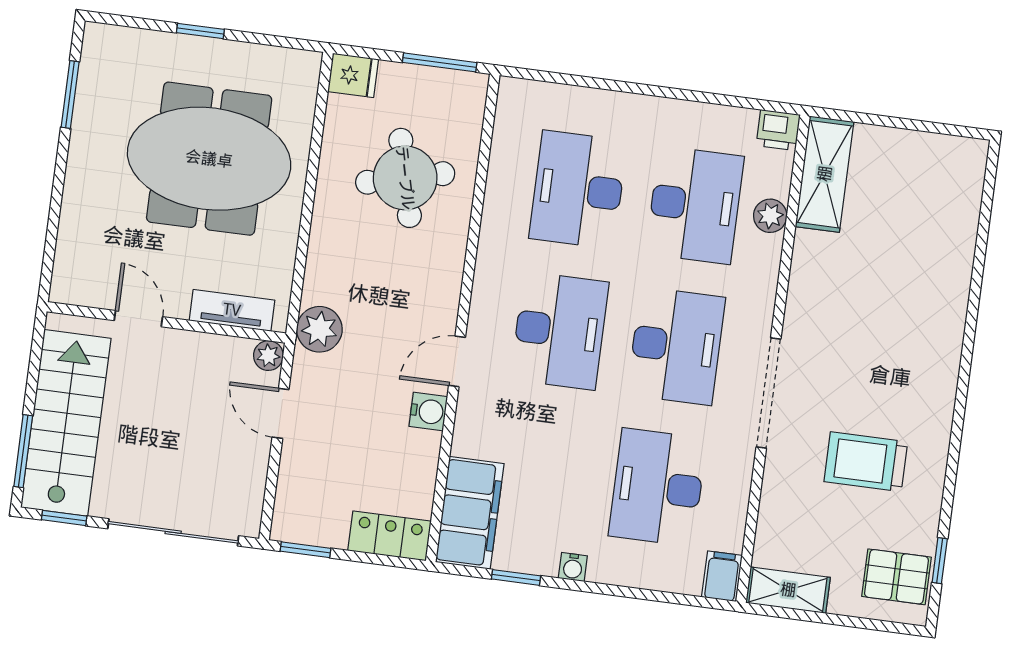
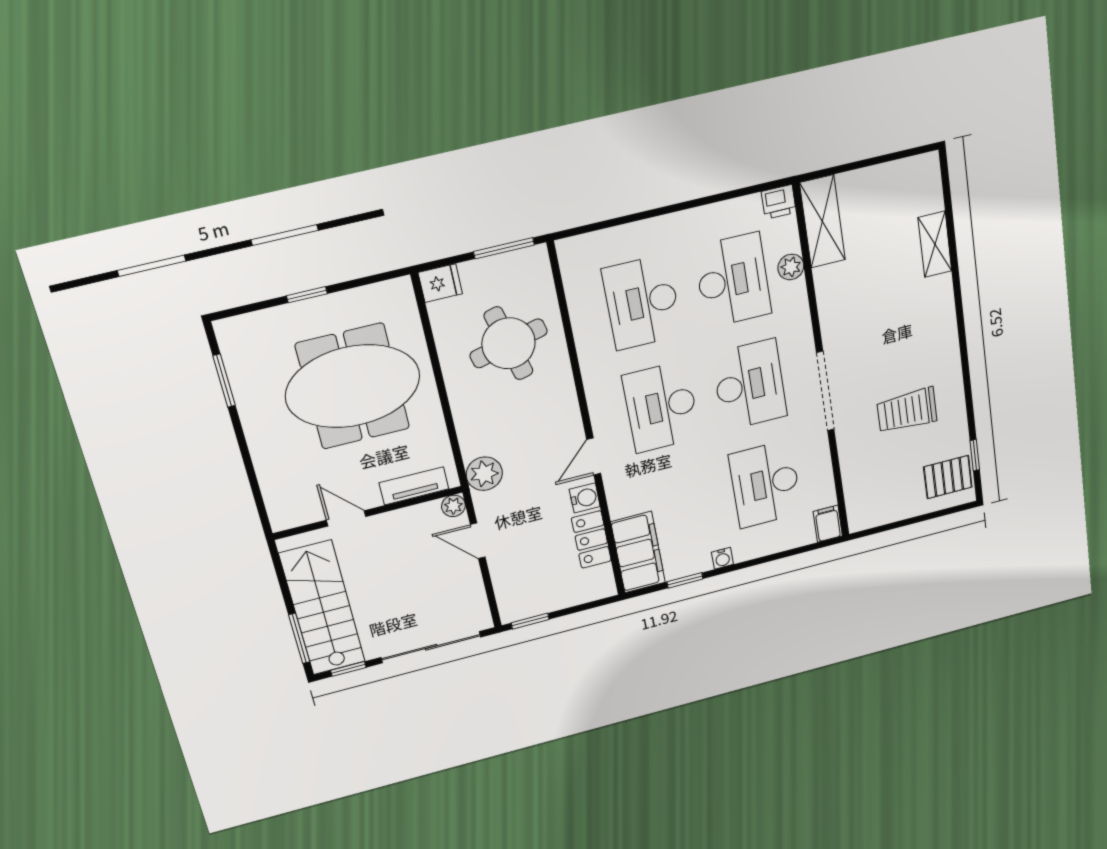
desk: (560, 331) -> (661, 407), turned 180
locker: (389, 536) -> (591, 540), moved, turned -90
shelving: (788, 590) -> (935, 244), moved, turned 90

